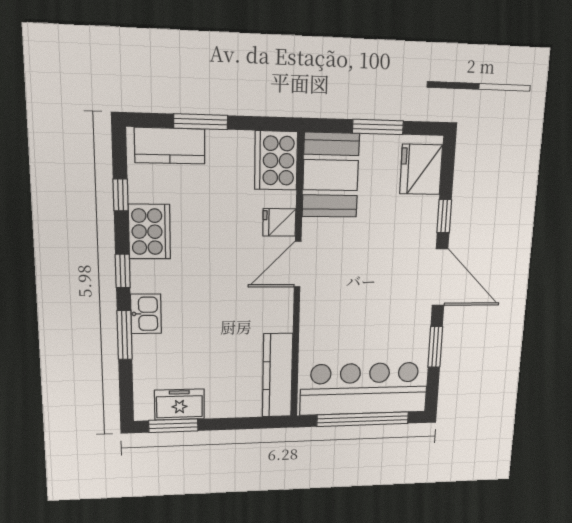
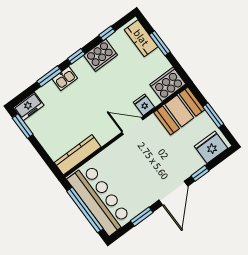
freezer: (179, 405) -> (29, 106), moved, turned 90

